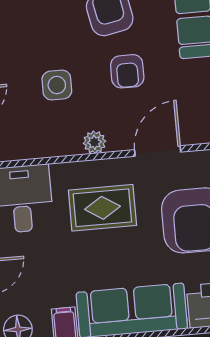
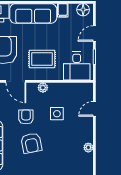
door: (158, 151) -> (16, 81), hinge flipped

